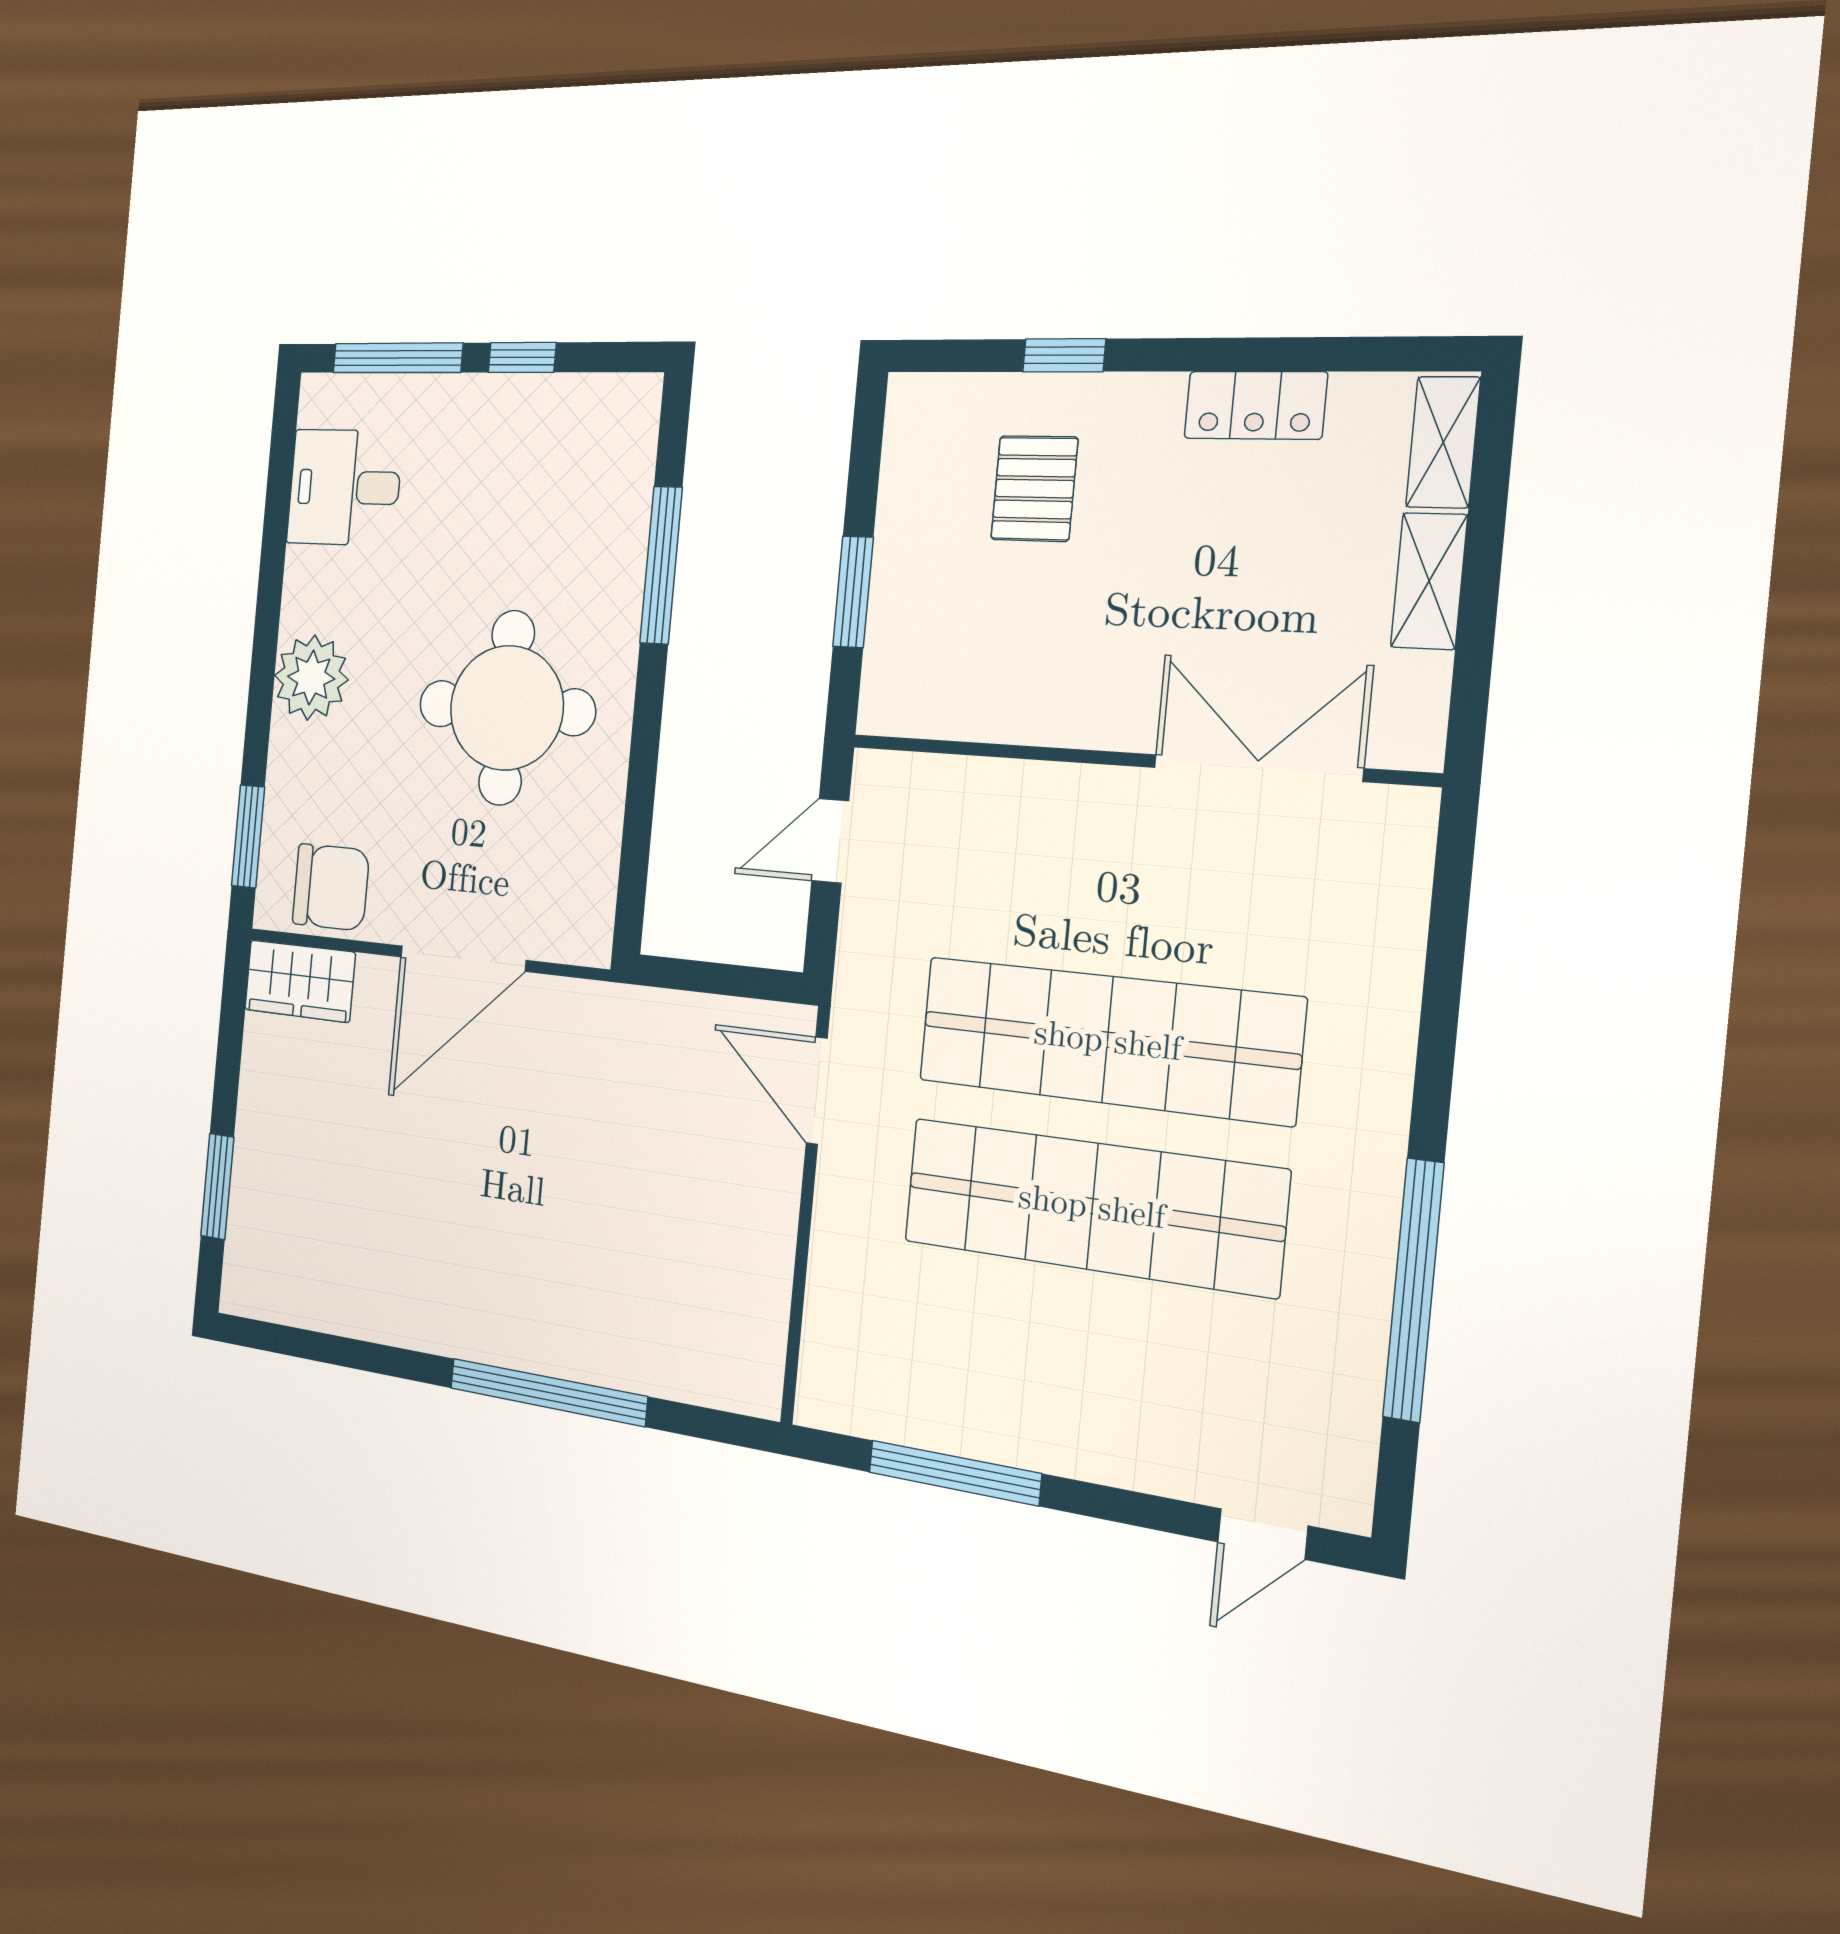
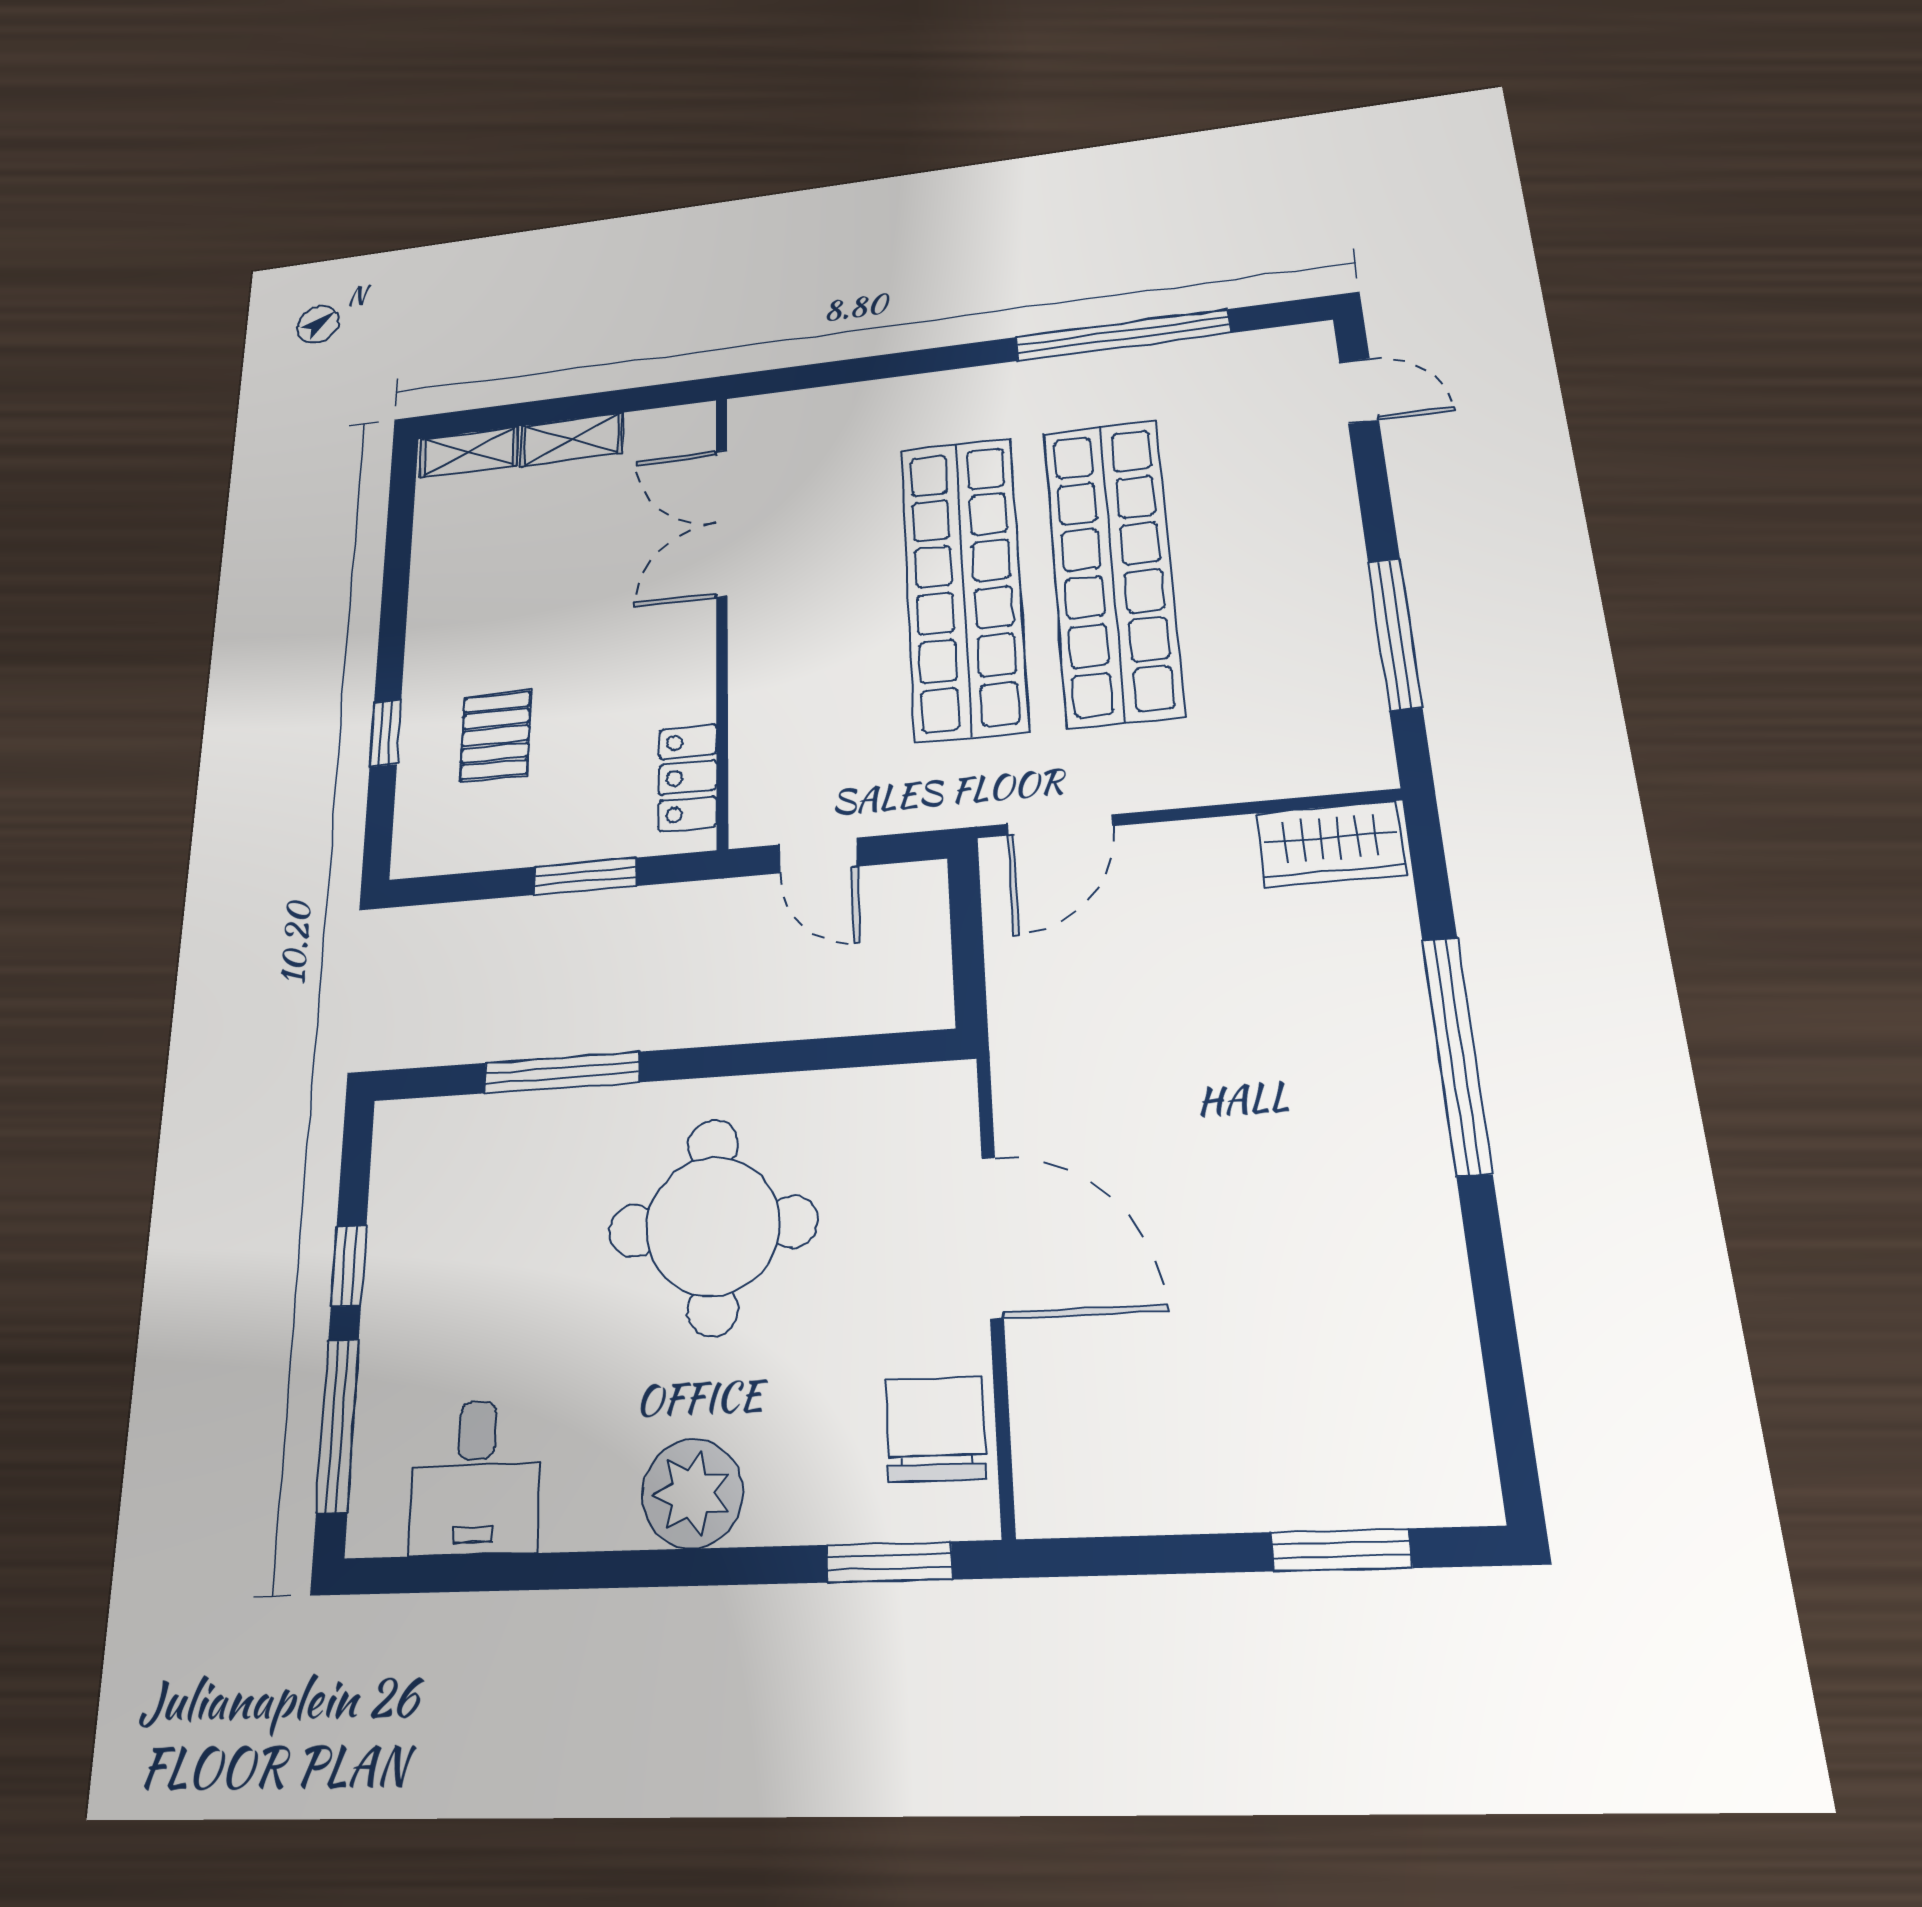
locker: (1255, 405) -> (688, 777), moved, turned 180
pallet: (1034, 489) -> (496, 736), turned 90
wardrobe: (300, 981) -> (1331, 844), moved, turned 90

